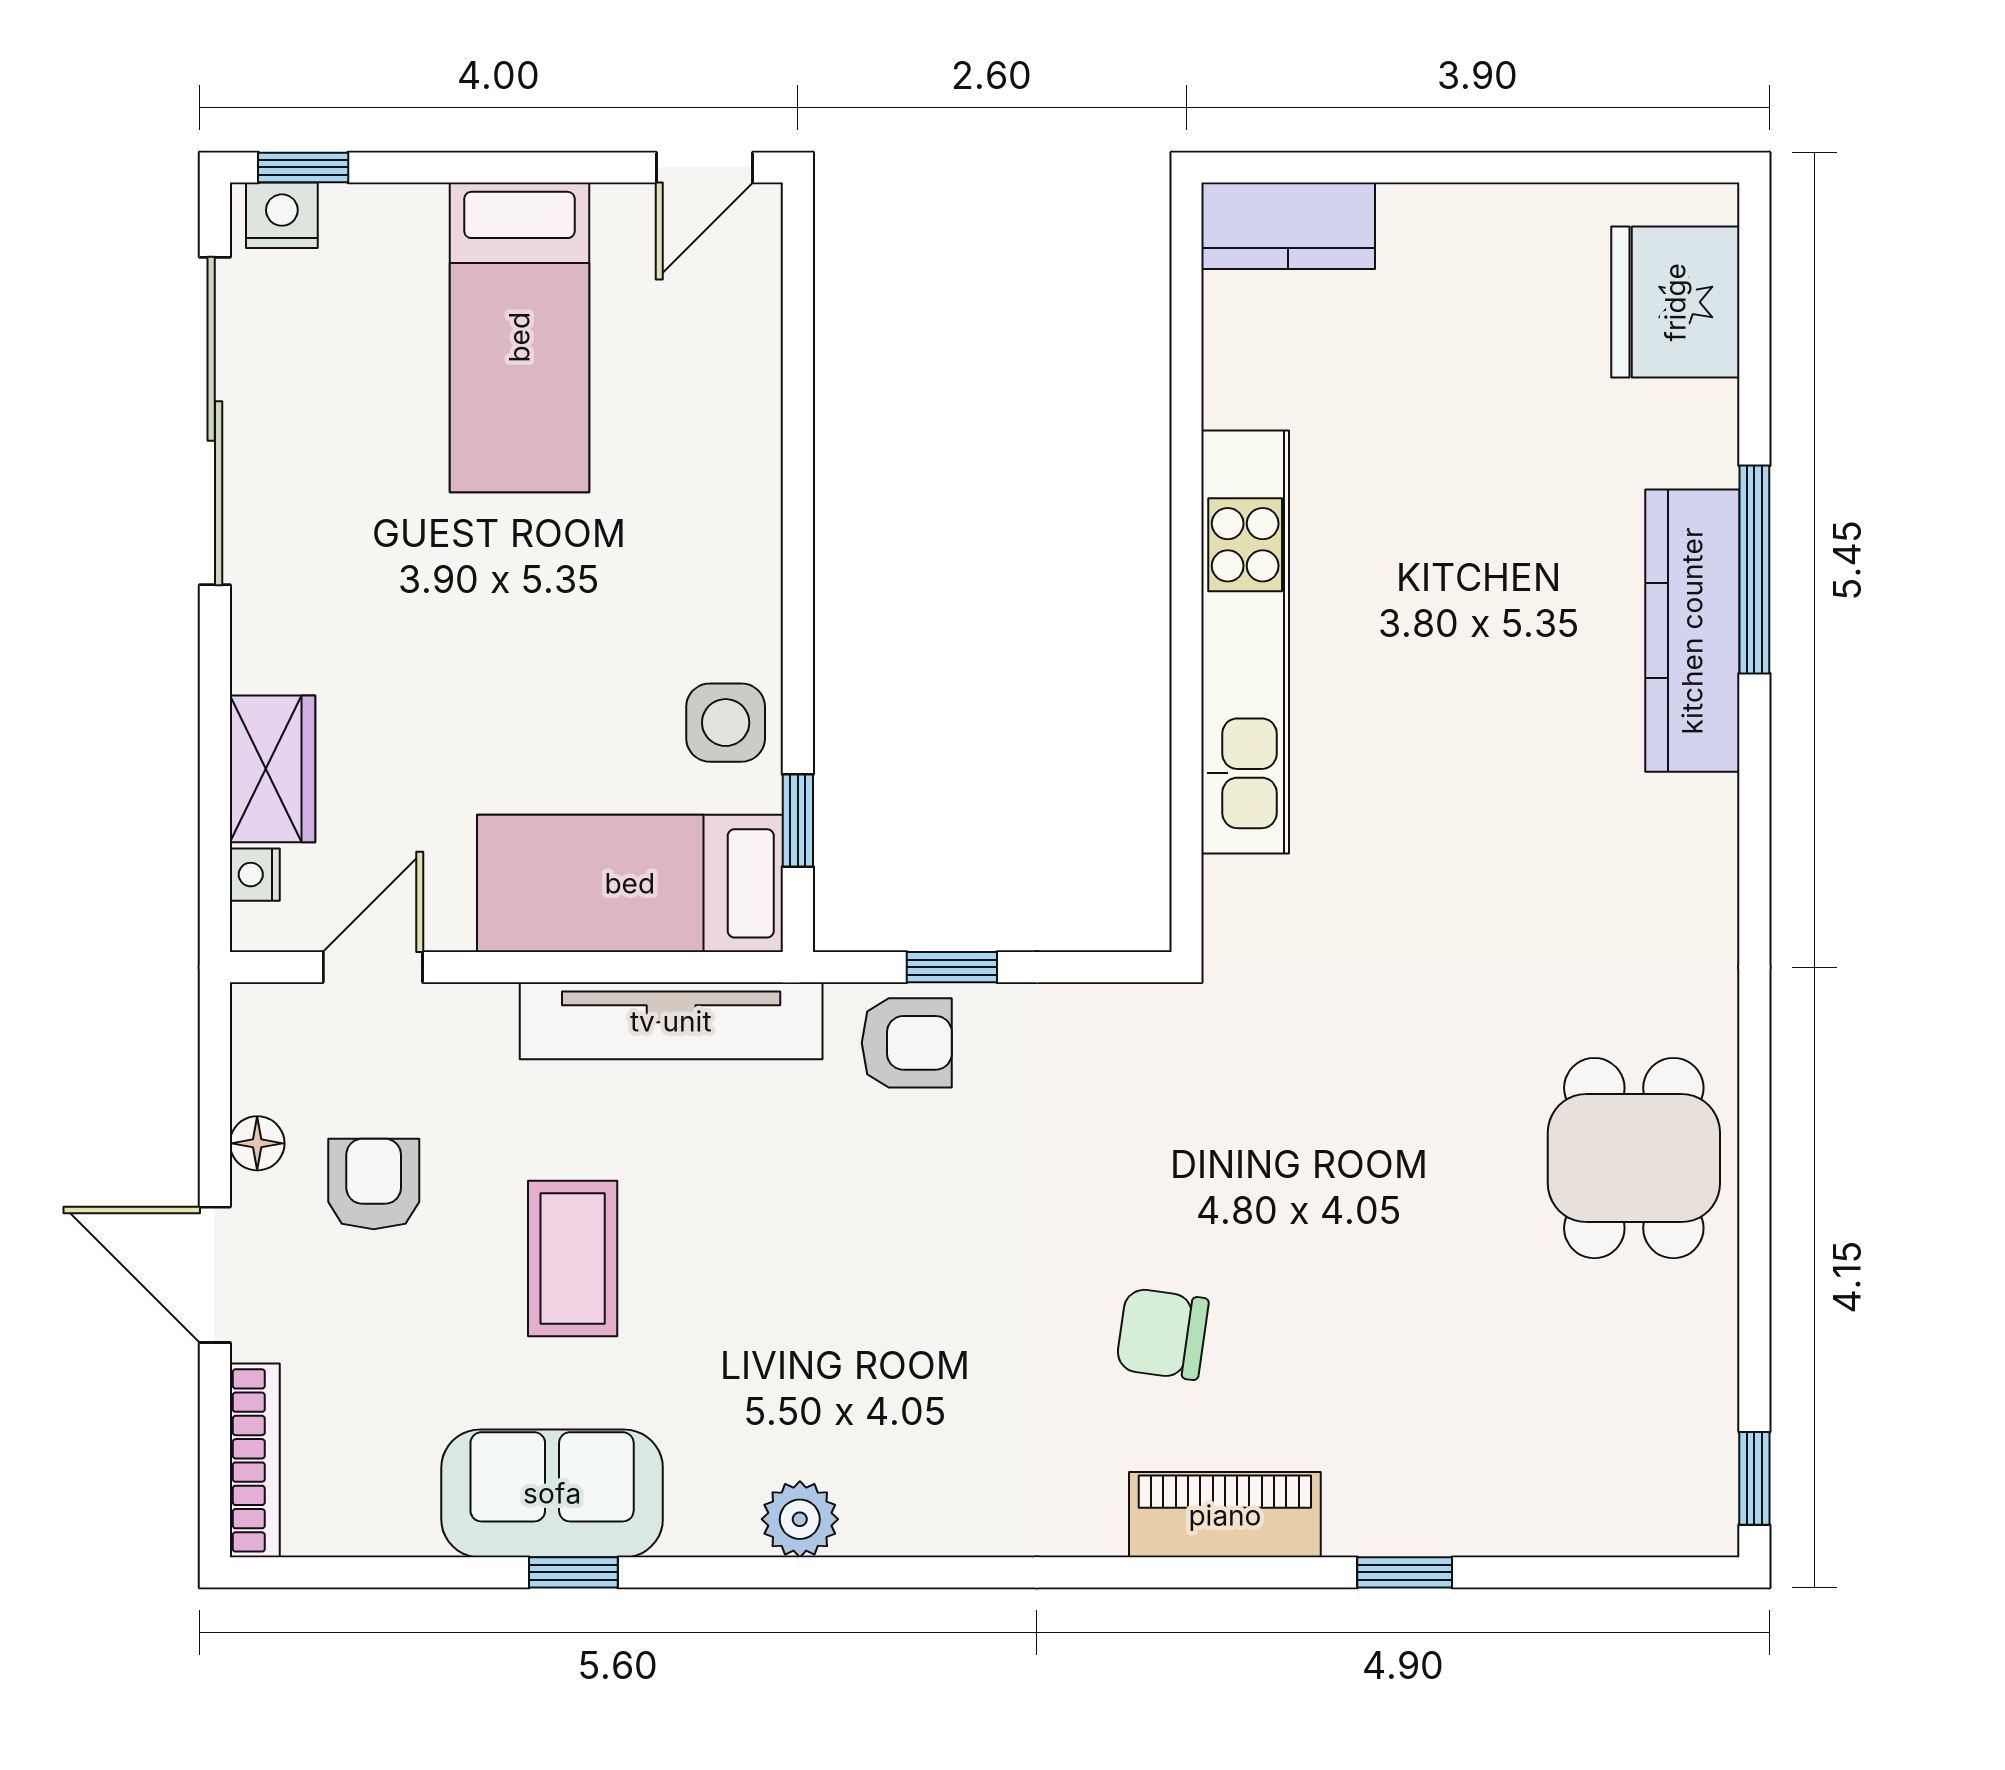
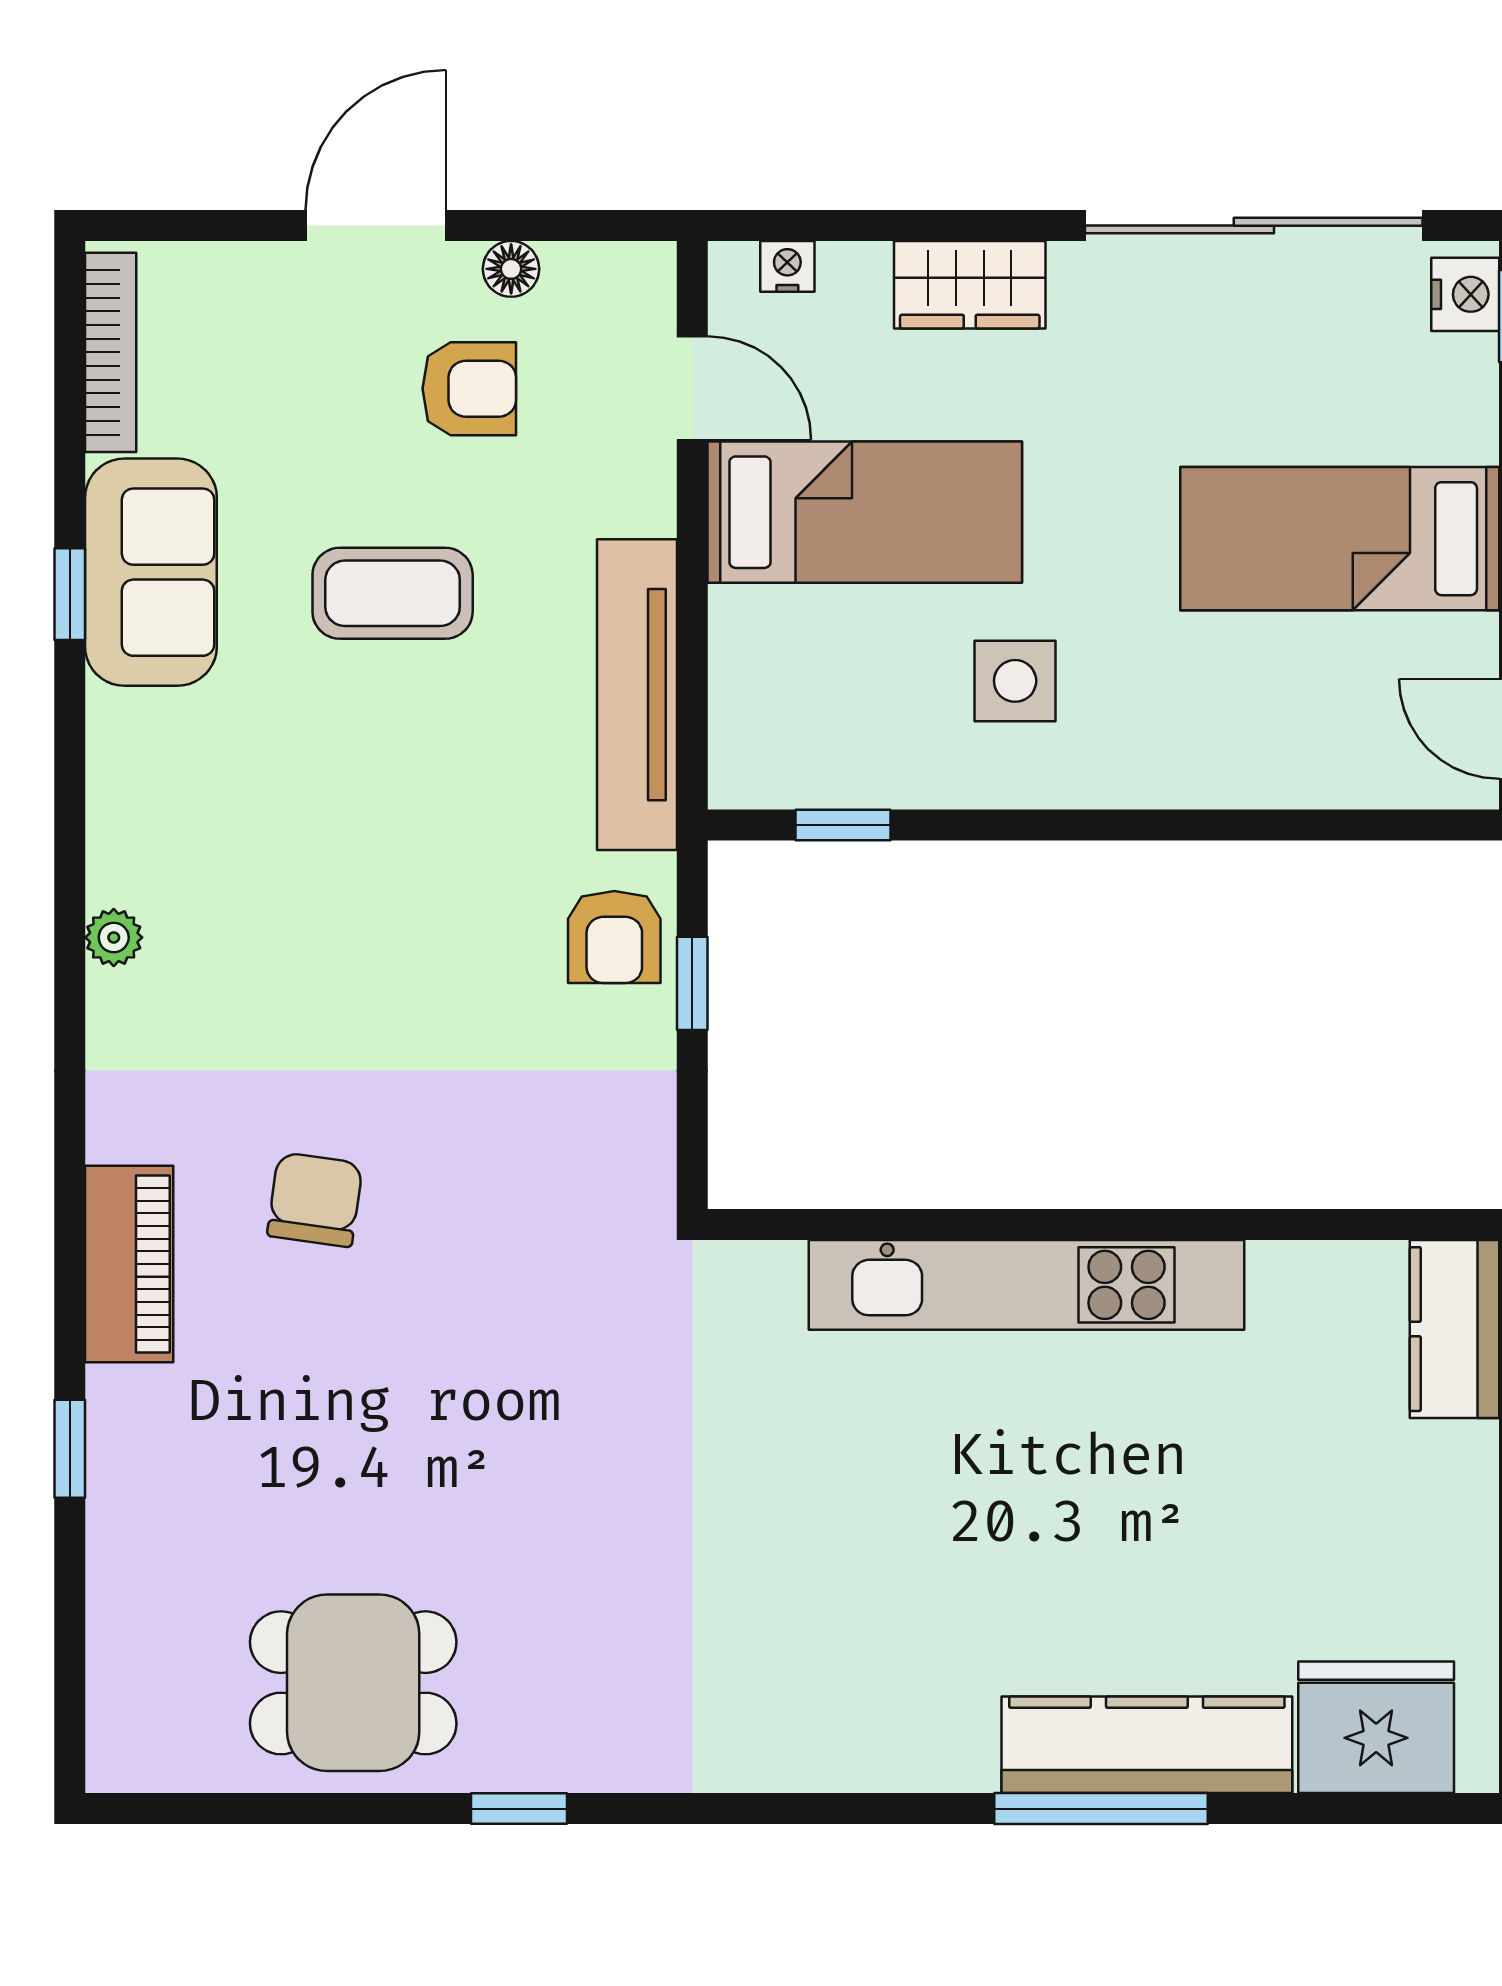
kitchen counter: (1692, 631) -> (1147, 1745), moved
side table: (726, 723) -> (1015, 681), moved
wardrobe: (273, 769) -> (970, 285), moved
bed: (630, 883) -> (865, 512), moved, turned 90
dining table: (1634, 1158) -> (353, 1683), moved
bookcase: (255, 1460) -> (111, 352), moved, turned -90
window: (1754, 1478) -> (519, 1809), moved
plant: (800, 1519) -> (114, 937), moved, width x0.73, depth x0.73

